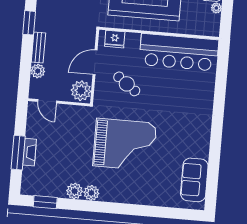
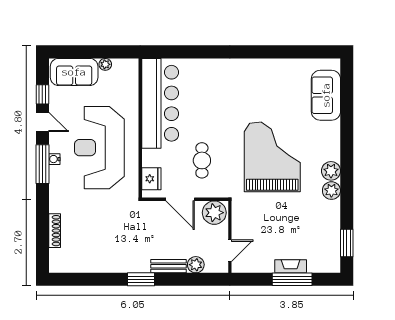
cafe table: (127, 84) -> (202, 160), turned -36
sofa: (194, 180) -> (326, 95), moved, turned 90
plant: (75, 191) -> (331, 171), moved

